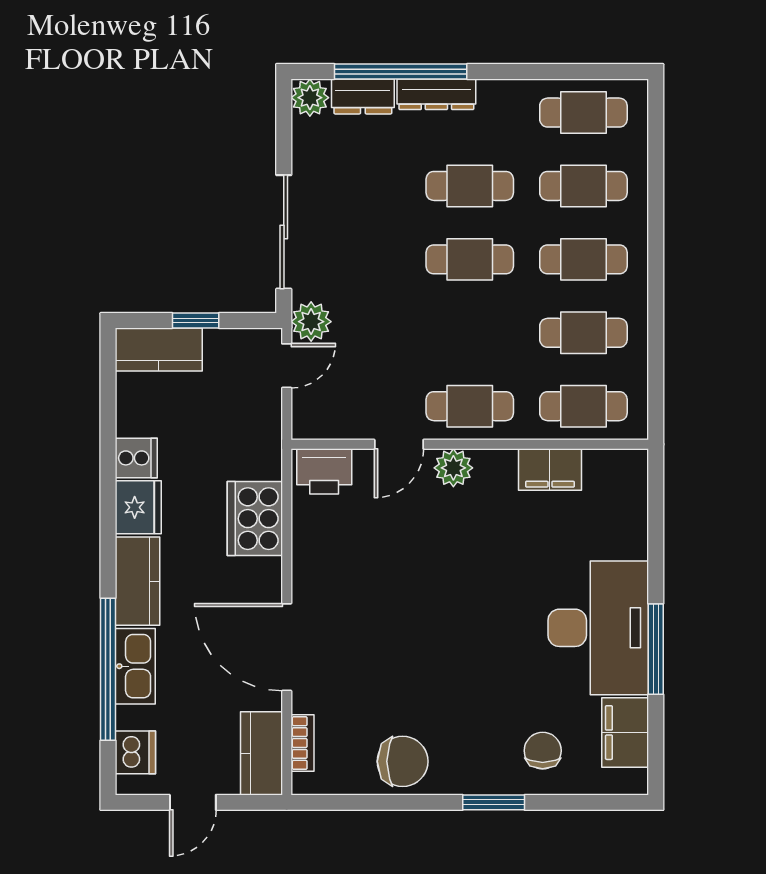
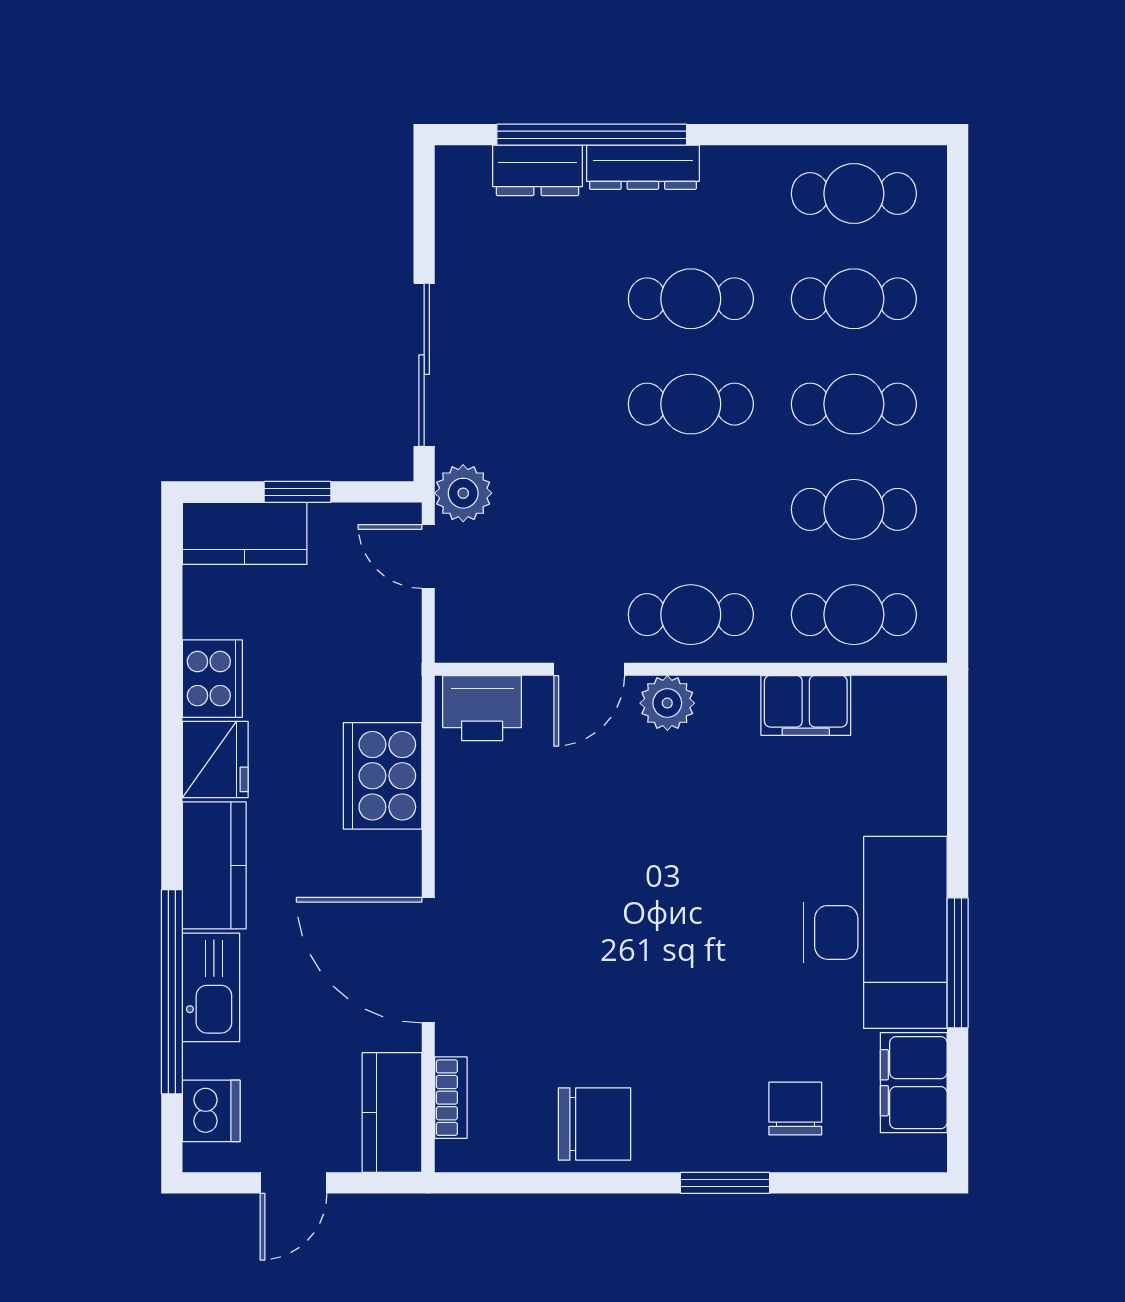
plant: (310, 98) -> (462, 172), removed
door: (287, 366) -> (428, 556), swing flipped
cooker: (136, 458) -> (212, 679), width x1.36

